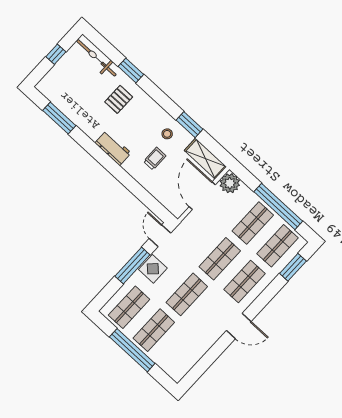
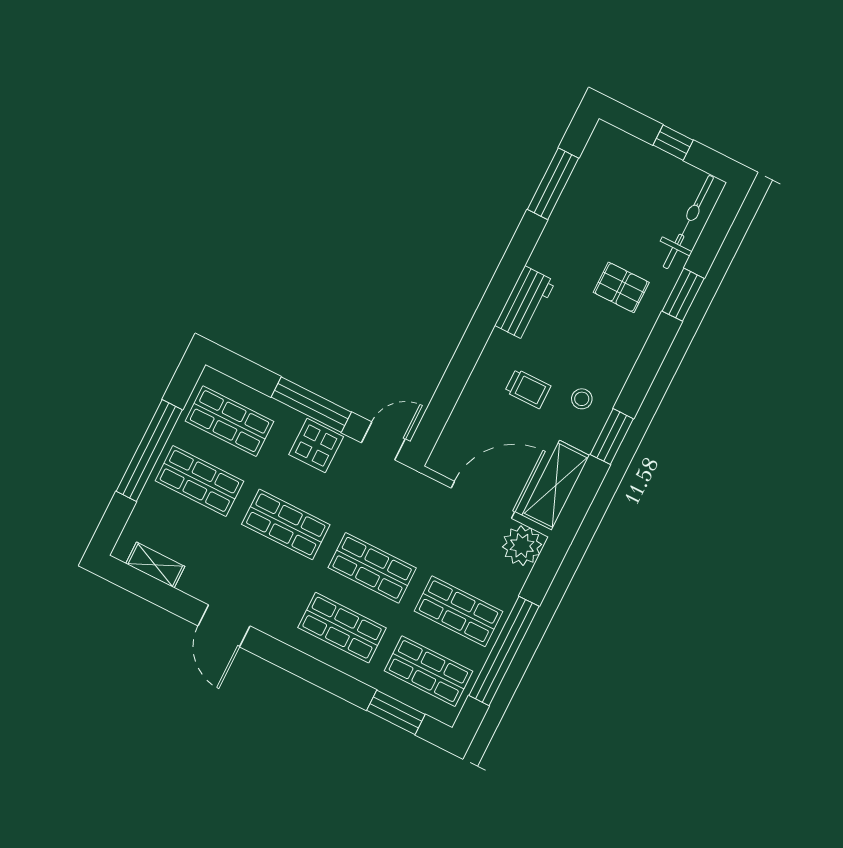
door: (239, 326) -> (224, 626), moved
shelving: (188, 363) -> (155, 565), added

